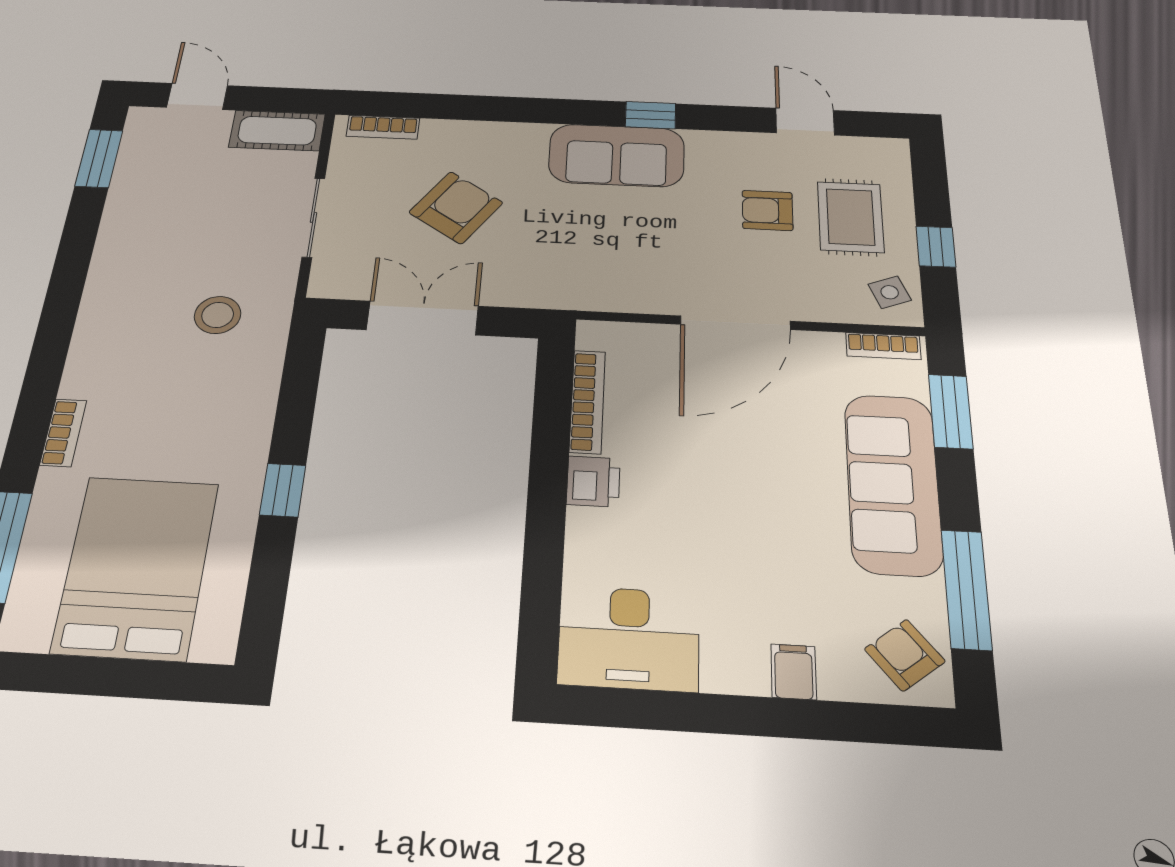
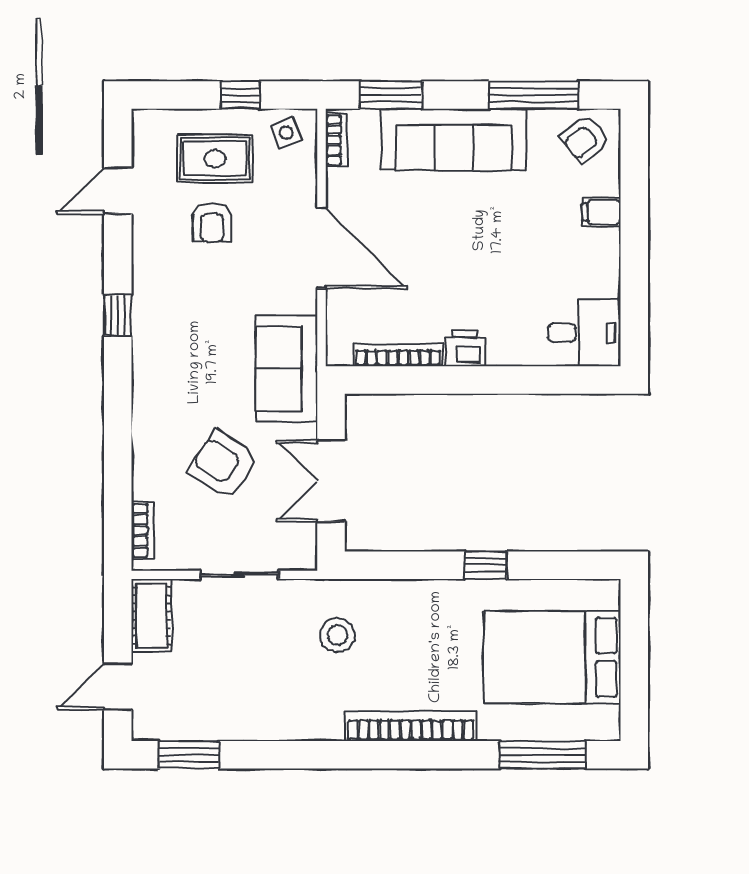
sofa: (616, 155) -> (287, 369), moved, turned 180
bookcase: (63, 433) -> (411, 726), width x2.31, depth x1.31
desk: (629, 638) -> (584, 333), width x0.73

